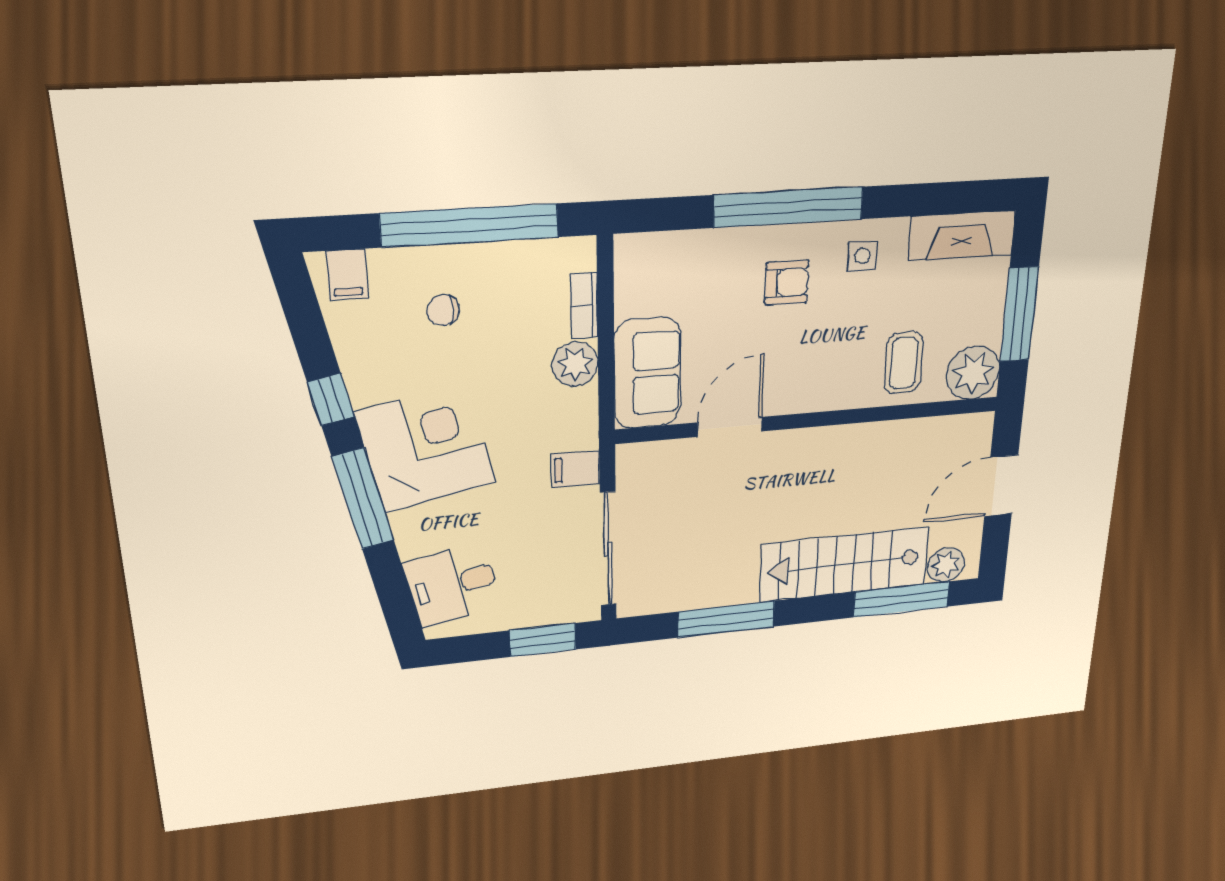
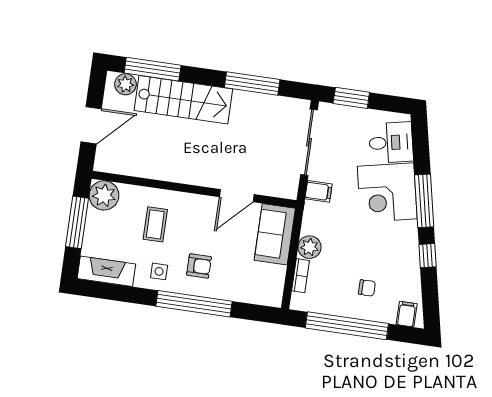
armchair: (787, 283) -> (199, 266), turned 180
coffee table: (904, 363) -> (155, 224), moved
corner desk: (426, 448) -> (387, 193), moved

